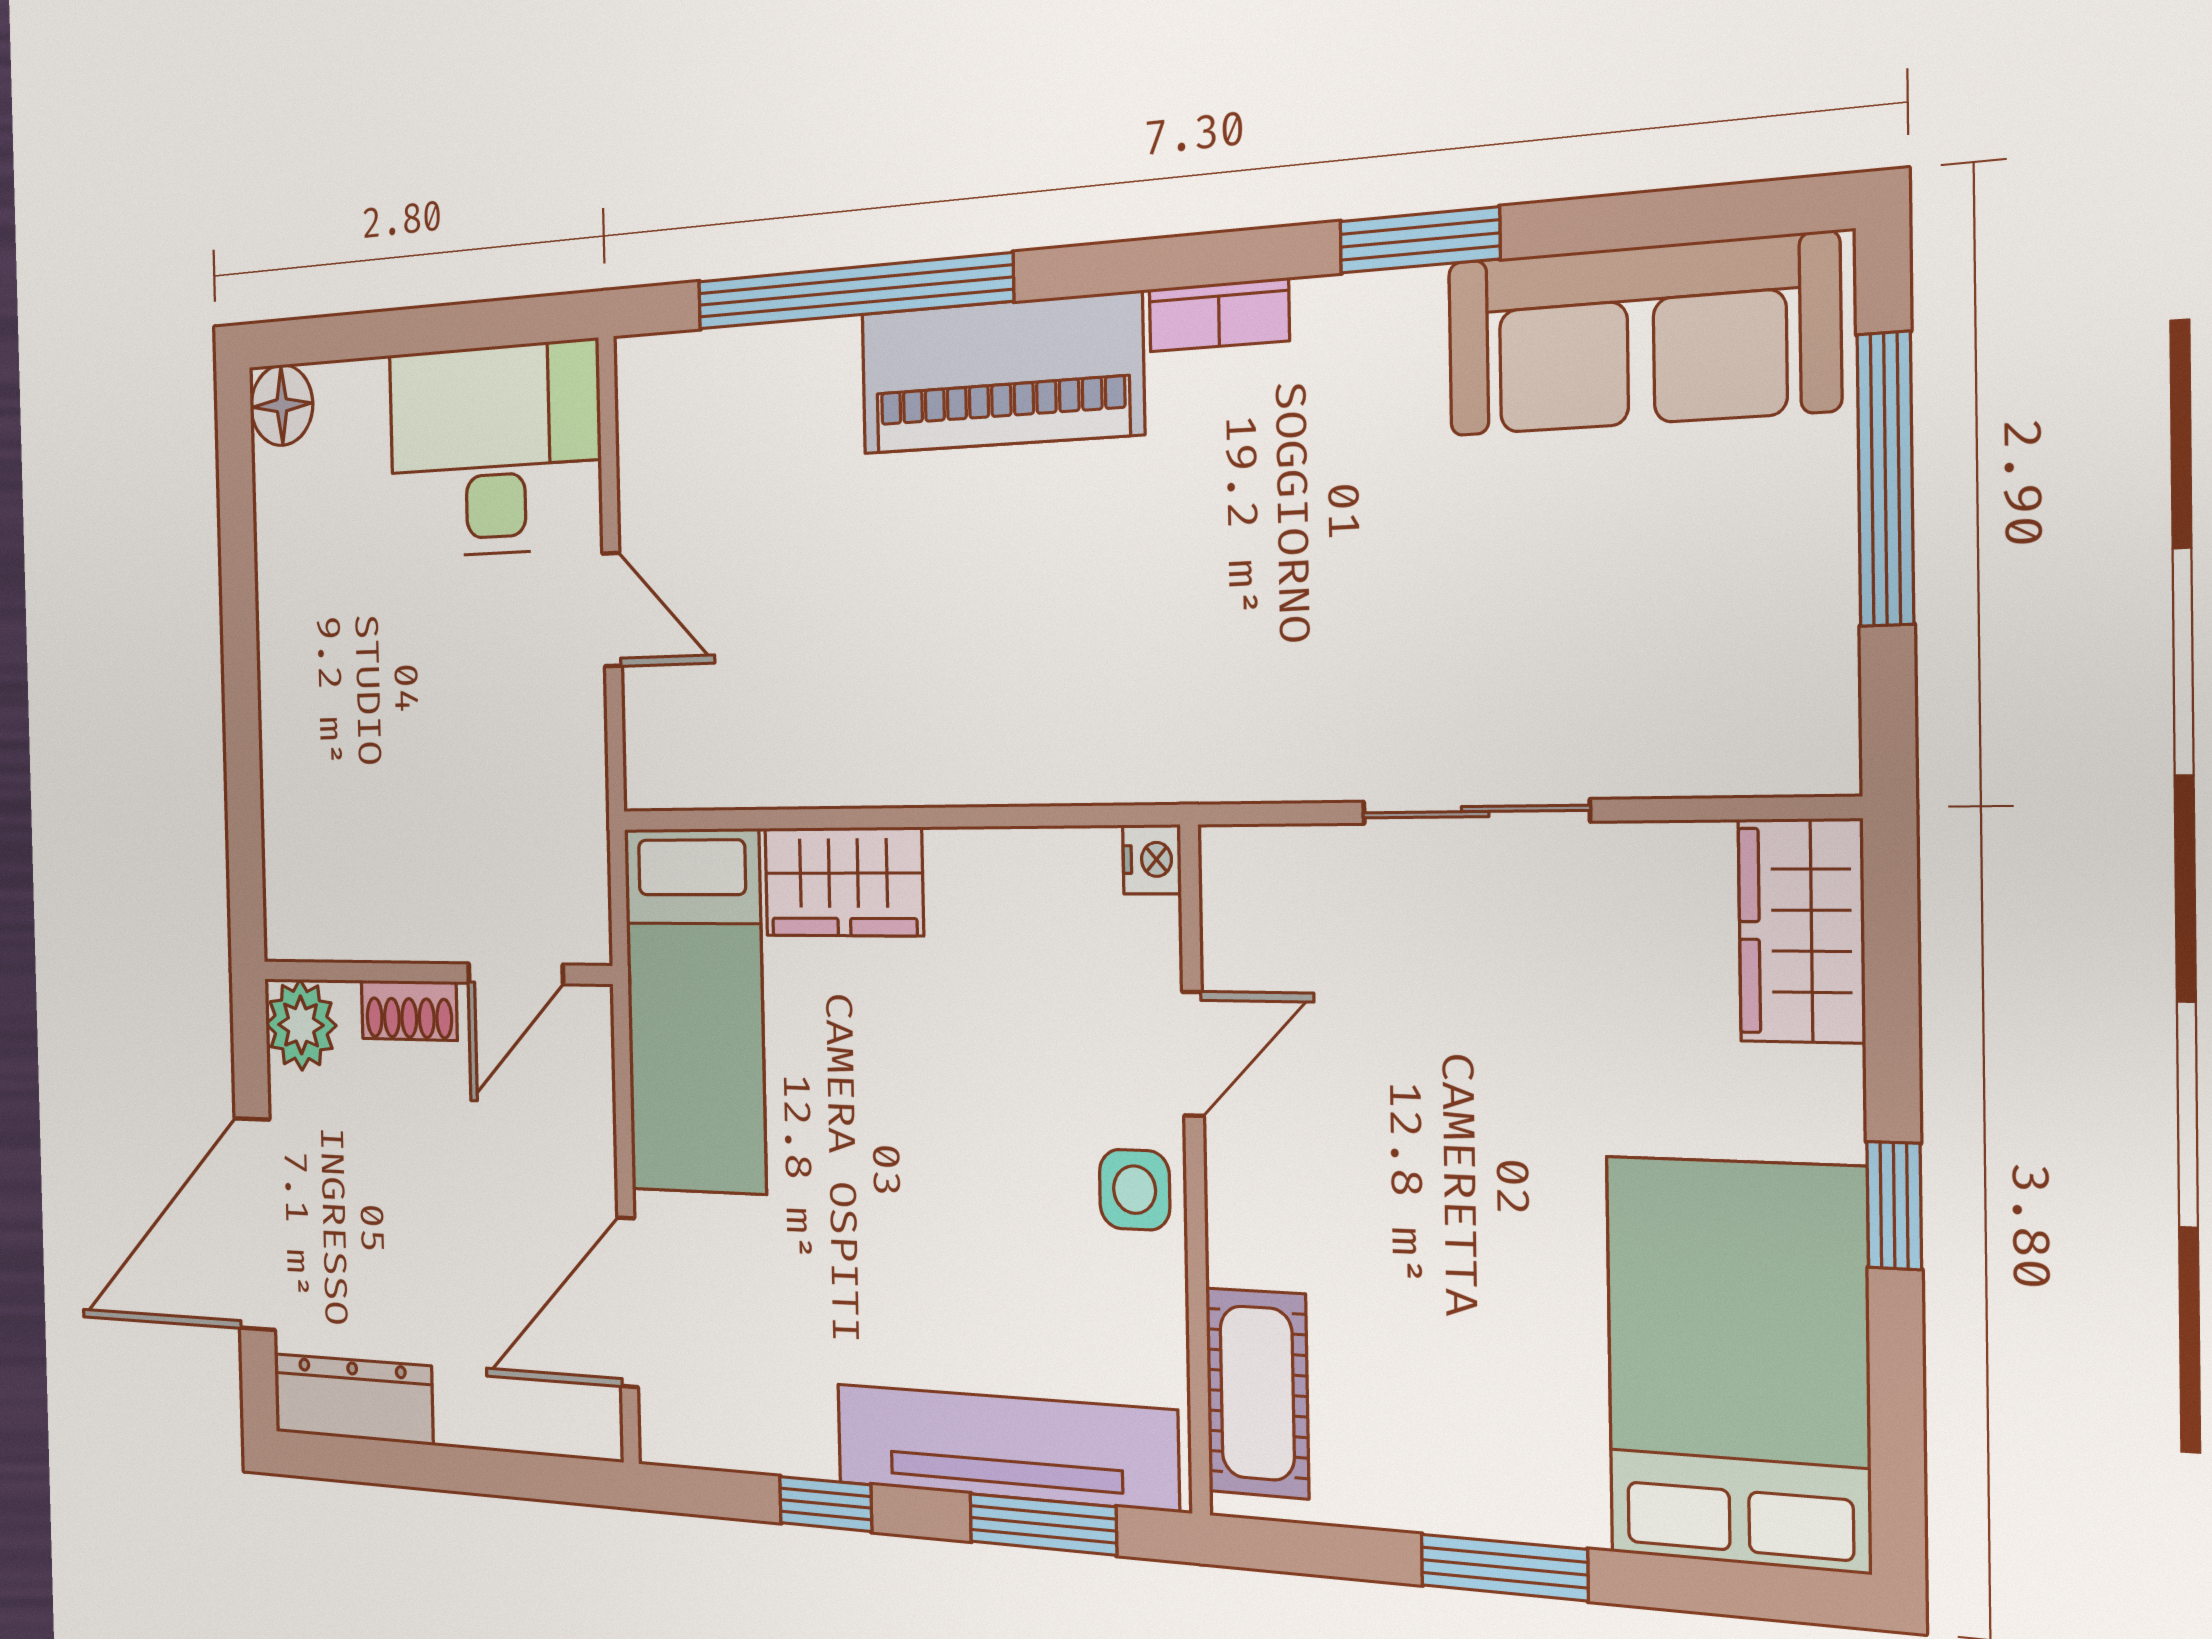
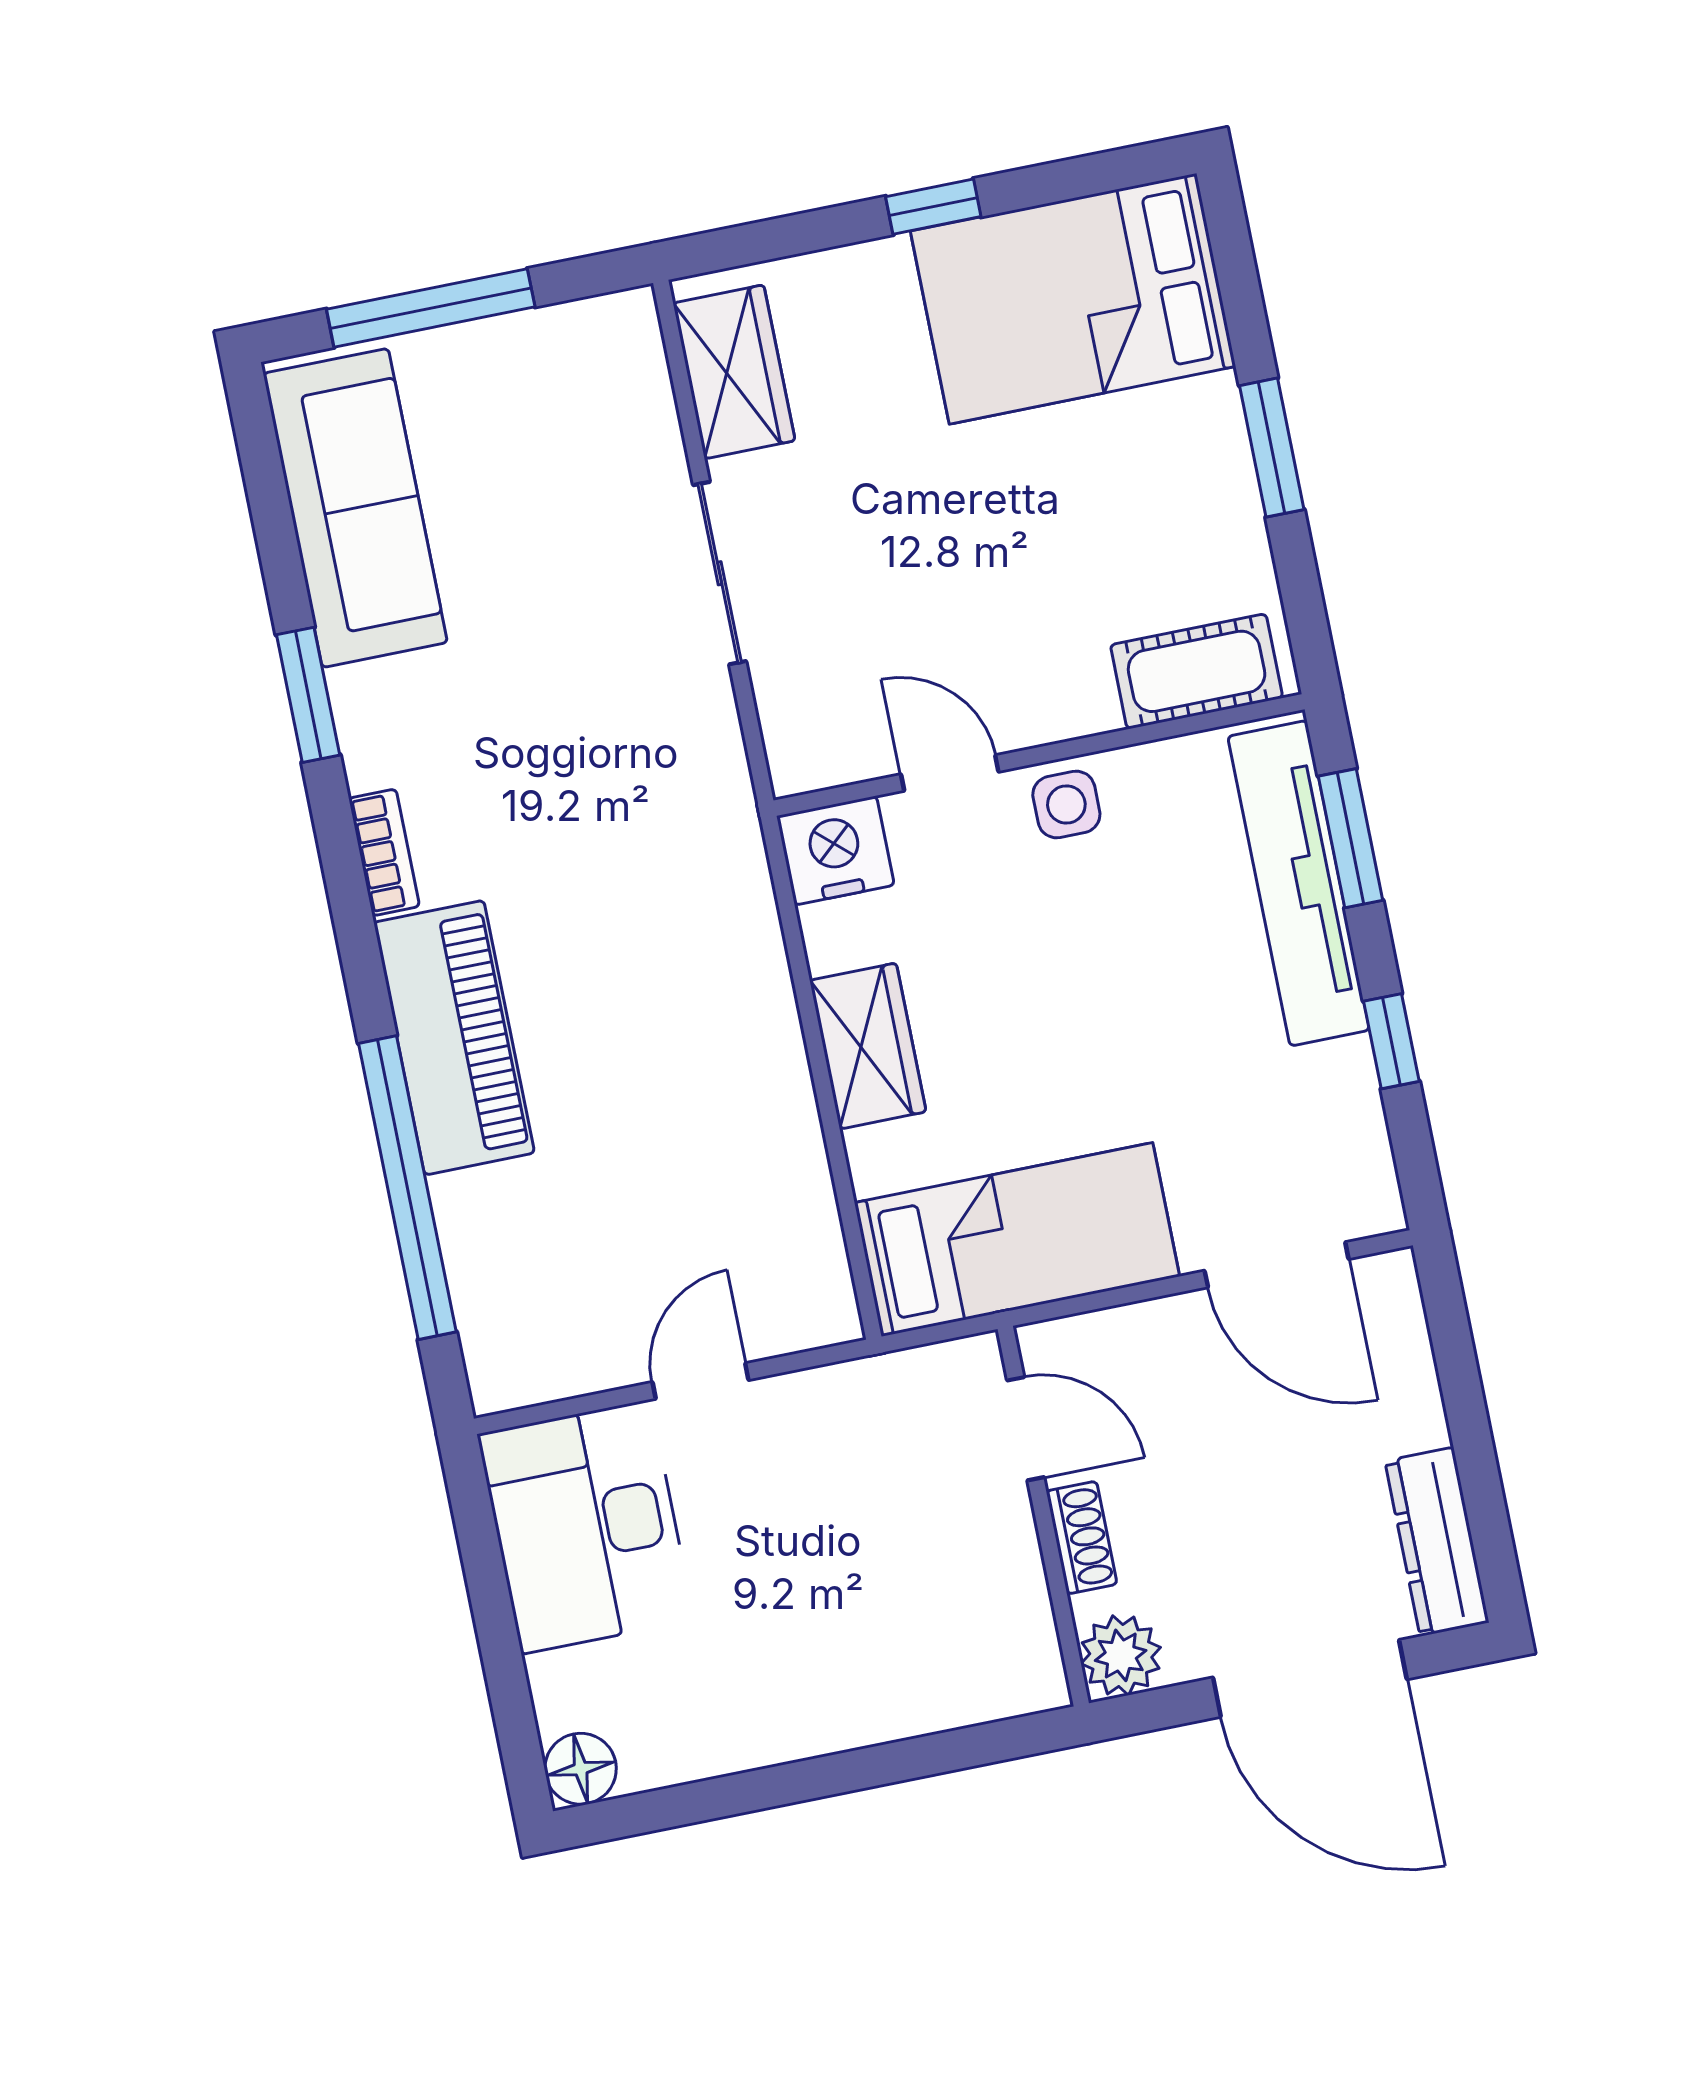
nightstand: (1152, 859) -> (835, 851), width x1.89, depth x1.79
wardrobe: (844, 882) -> (868, 1046), moved
wardrobe: (1801, 931) -> (734, 372), moved, turned -90

